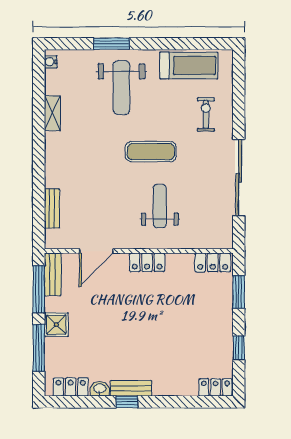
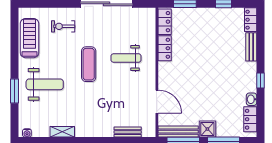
locker: (147, 262) -> (165, 48), moved
bench: (53, 274) -> (178, 132), width x1.36
bench: (131, 388) -> (251, 47), moved

